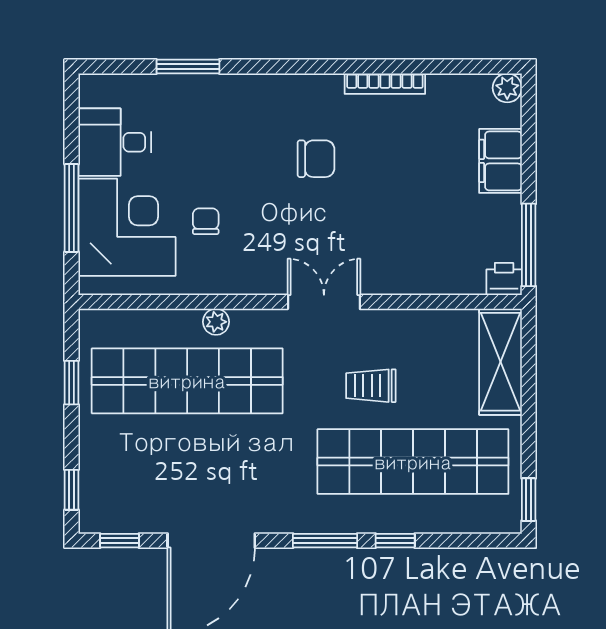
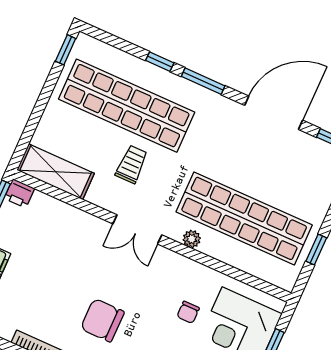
chair: (316, 159) -> (102, 320), width x1.37, depth x1.37
plant: (216, 322) -> (192, 239), moved
shelving: (501, 362) -> (55, 172), moved, turned 90
trolley: (371, 386) -> (132, 164), turned -90

